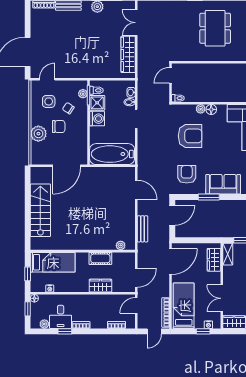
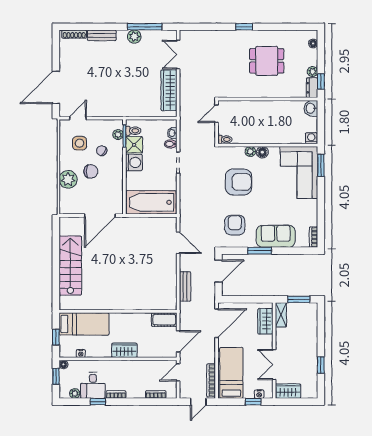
dining table: (215, 28) -> (267, 61), width x0.73
plant: (121, 245) -> (160, 305), removed
cot: (100, 258) -> (164, 320), moved
wardrobe: (100, 286) -> (124, 350), moved

